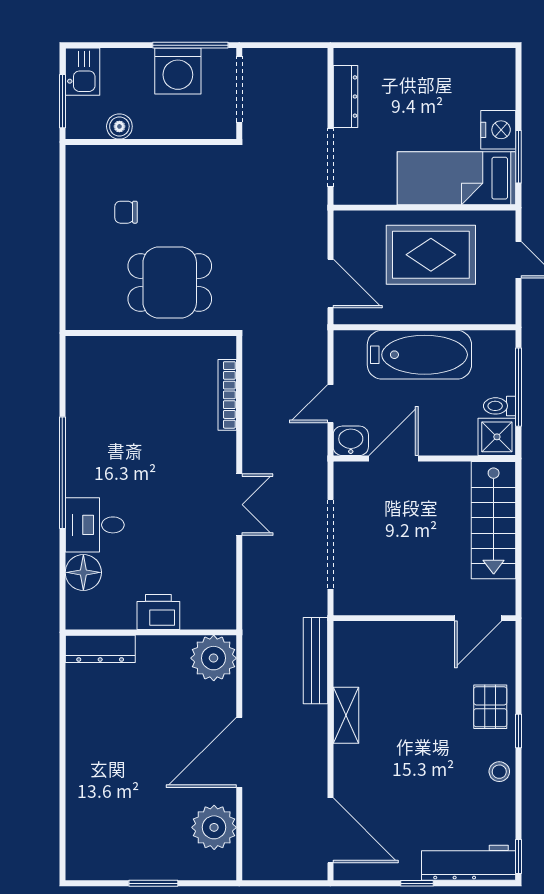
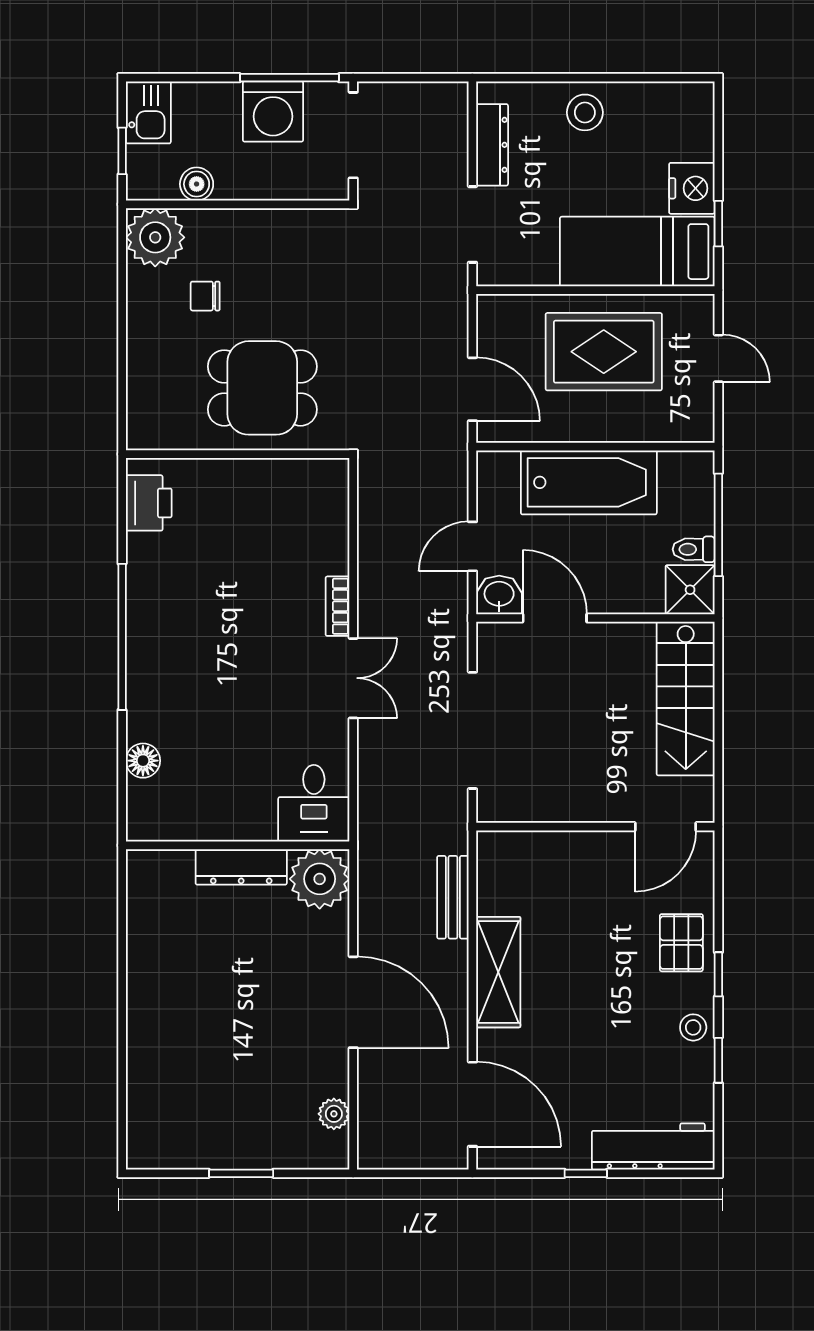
stool: (416, 72) -> (585, 112), added
window: (62, 101) -> (122, 151), width x0.67
window: (519, 157) -> (718, 224), width x0.67
plant: (88, 167) -> (155, 237), added
bookcase: (227, 395) -> (338, 606), moved, width x0.64
door: (393, 458) -> (555, 618), hinge flipped
desk: (95, 525) -> (314, 803), moved, turned -90
floor lamp: (83, 572) -> (143, 761), width x0.73, depth x0.73
printer: (158, 612) -> (149, 503), moved, turned 90
dresser: (100, 649) -> (241, 867), moved
bench: (315, 661) -> (453, 897), width x0.73
shelving: (346, 715) -> (498, 972), width x1.50, depth x1.33
door: (239, 752) -> (353, 1002), swing flipped
plant: (214, 827) -> (334, 1114), width x0.53, depth x0.53
window: (519, 856) -> (718, 1060), moved

